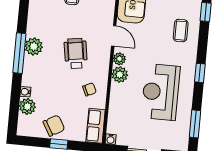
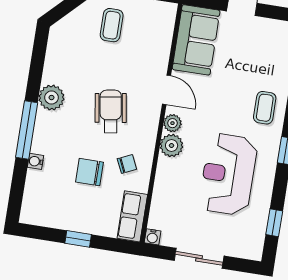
coffee table: (181, 31) -> (265, 108), moved
window: (19, 53) -> (27, 130), moved
plant: (27, 106) -> (37, 183), removed
window: (195, 124) -> (274, 223), width x0.67
chair: (54, 126) -> (89, 172), moved, turned -150

